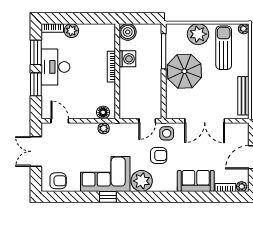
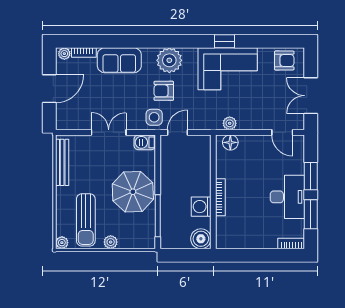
plant: (71, 31) -> (268, 240), removed
plant: (198, 34) -> (111, 242), width x0.53, depth x0.53
barbecue: (174, 112) -> (145, 142), added
double door: (205, 121) -> (109, 132), width x0.73
double door: (36, 151) -> (311, 96), swing flipped
armchair: (58, 181) -> (284, 61), turned 180
plant: (142, 181) -> (169, 60), moved

